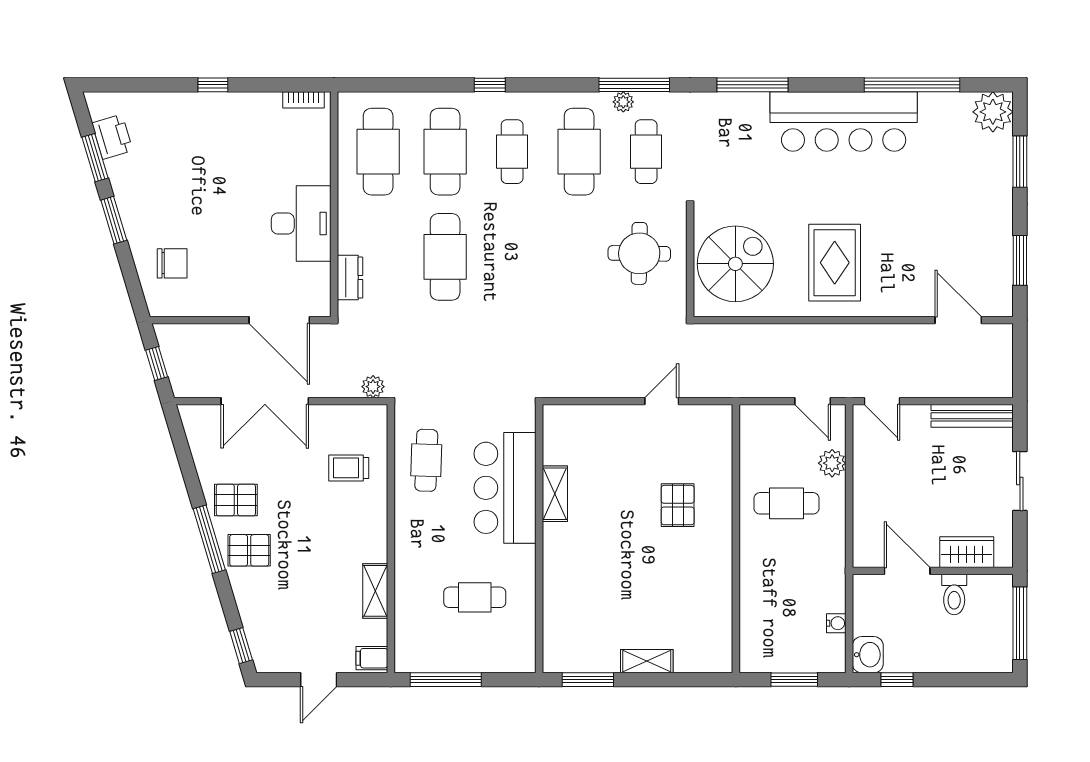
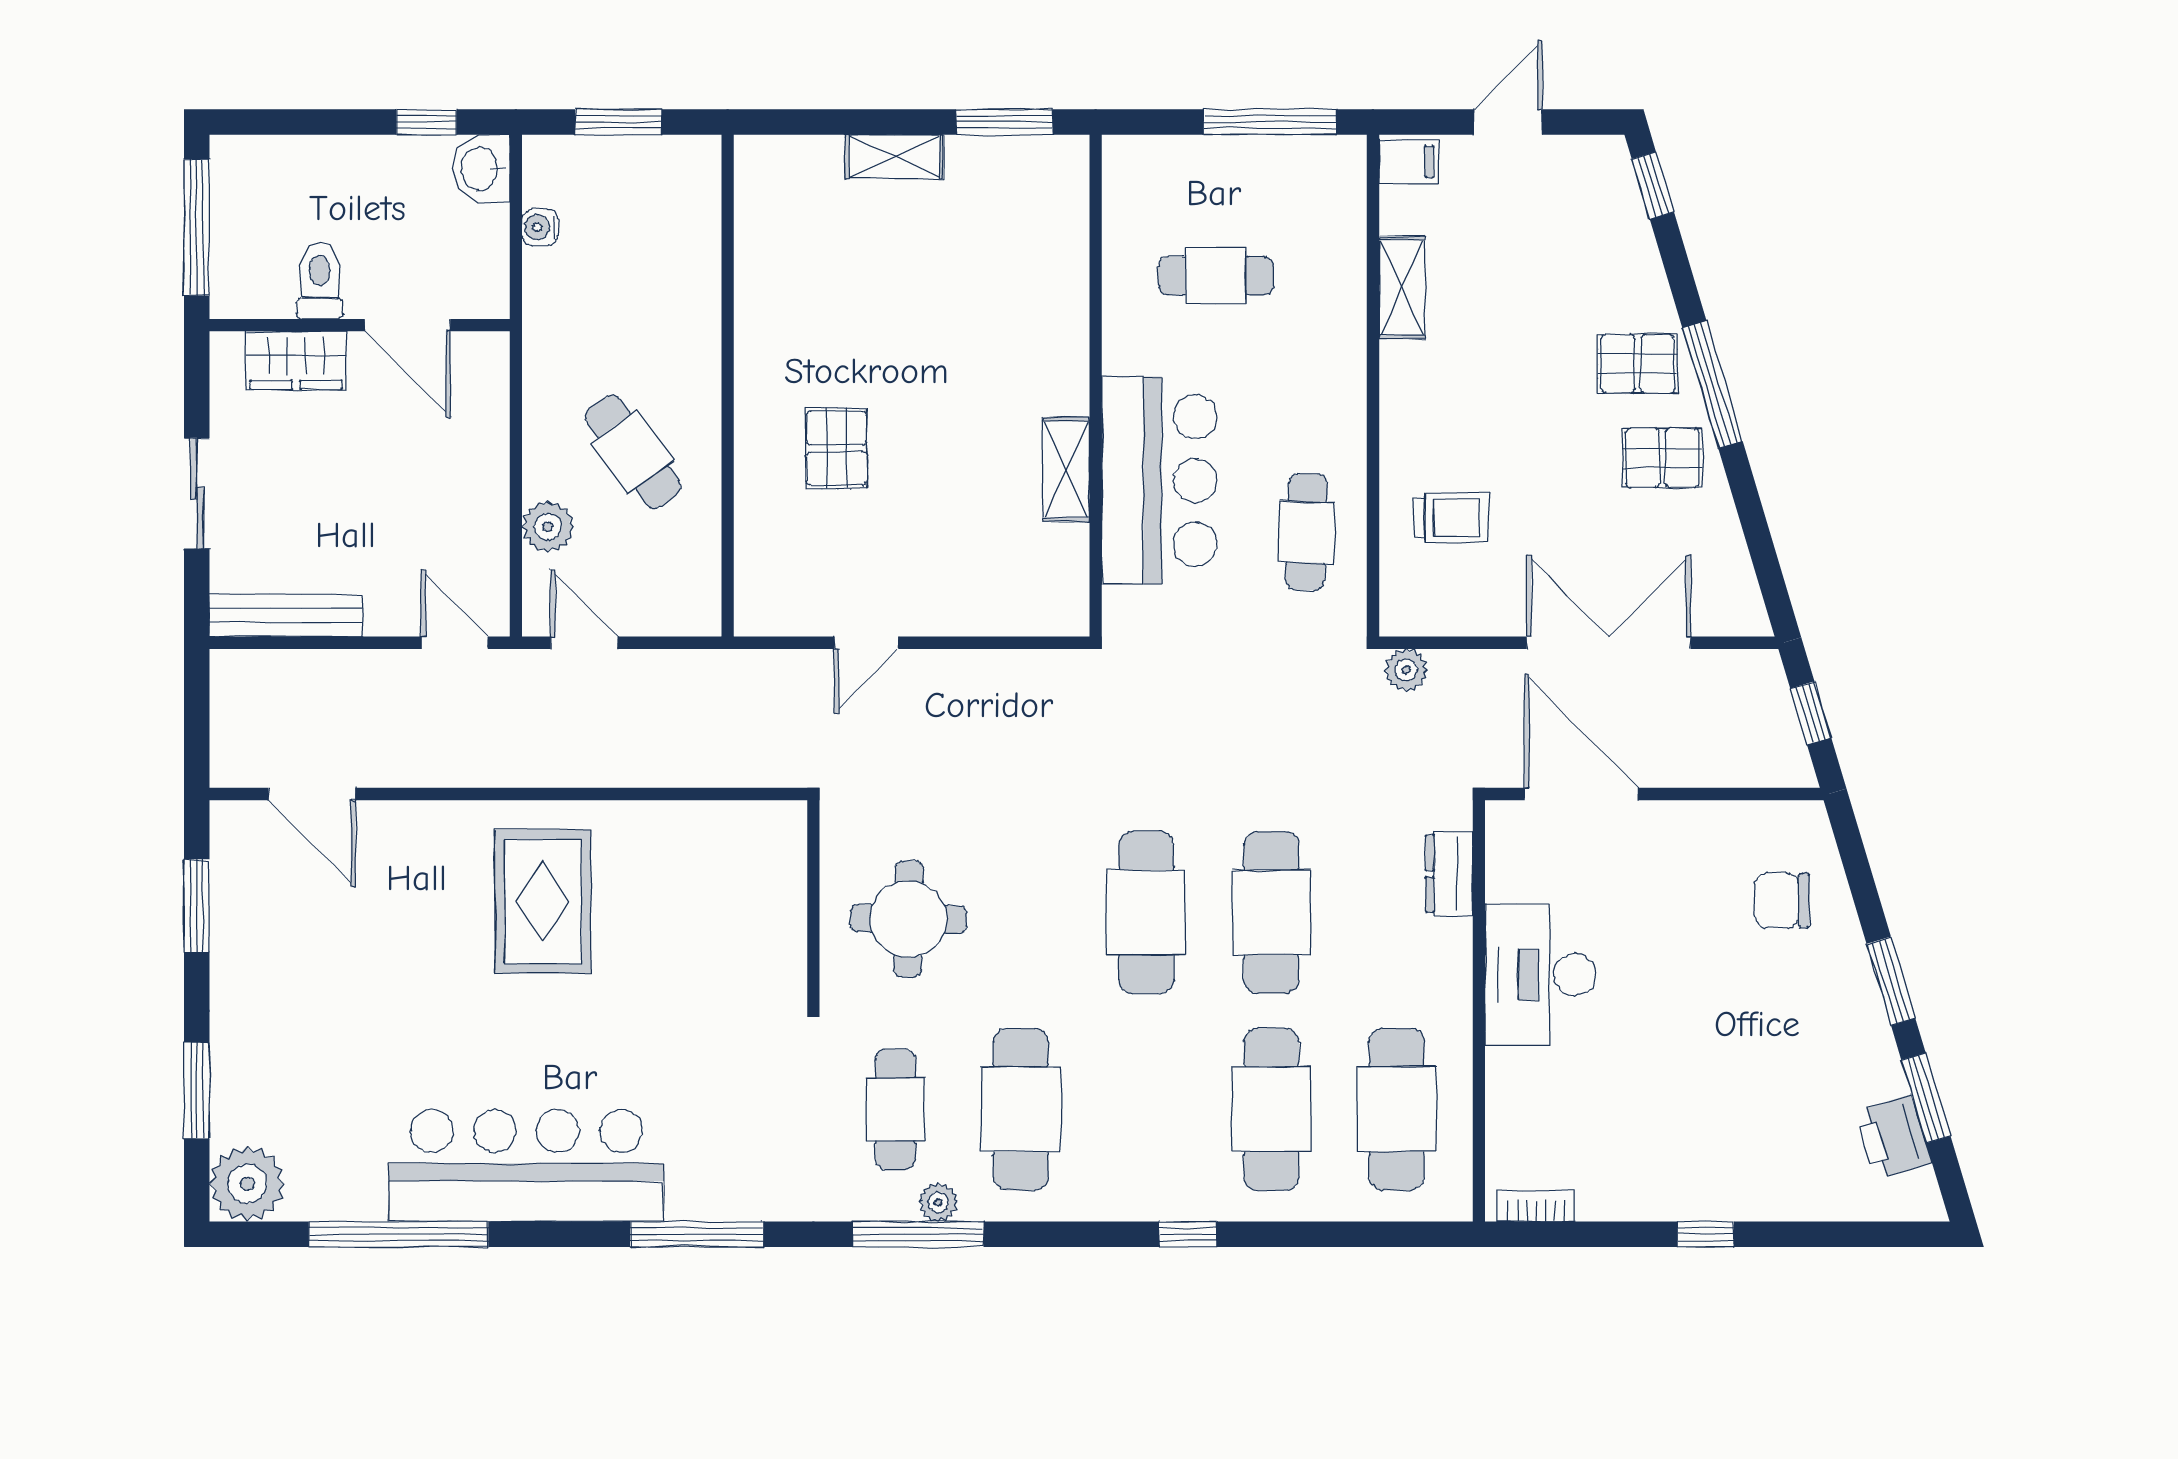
cafe table: (512, 152) -> (1146, 912), moved, width x1.37, depth x1.35
spiral stairs: (735, 264) -> (729, 899), removed
cafe table: (787, 503) -> (633, 452), turned 54

